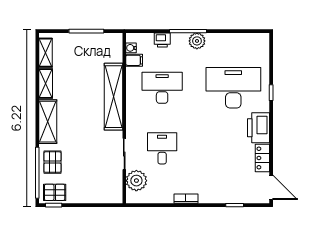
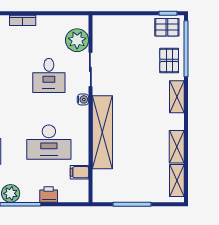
water cooler: (131, 48) -> (83, 99), moved
shelving: (48, 122) -> (177, 97), width x0.67, depth x0.75

